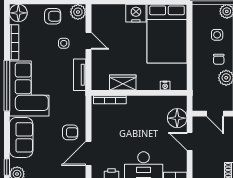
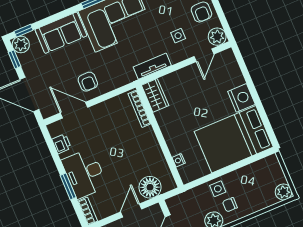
side table: (217, 35) -> (218, 189), moved
door: (89, 41) -> (204, 55), moved
wardrobe: (123, 82) -> (155, 95), moved

